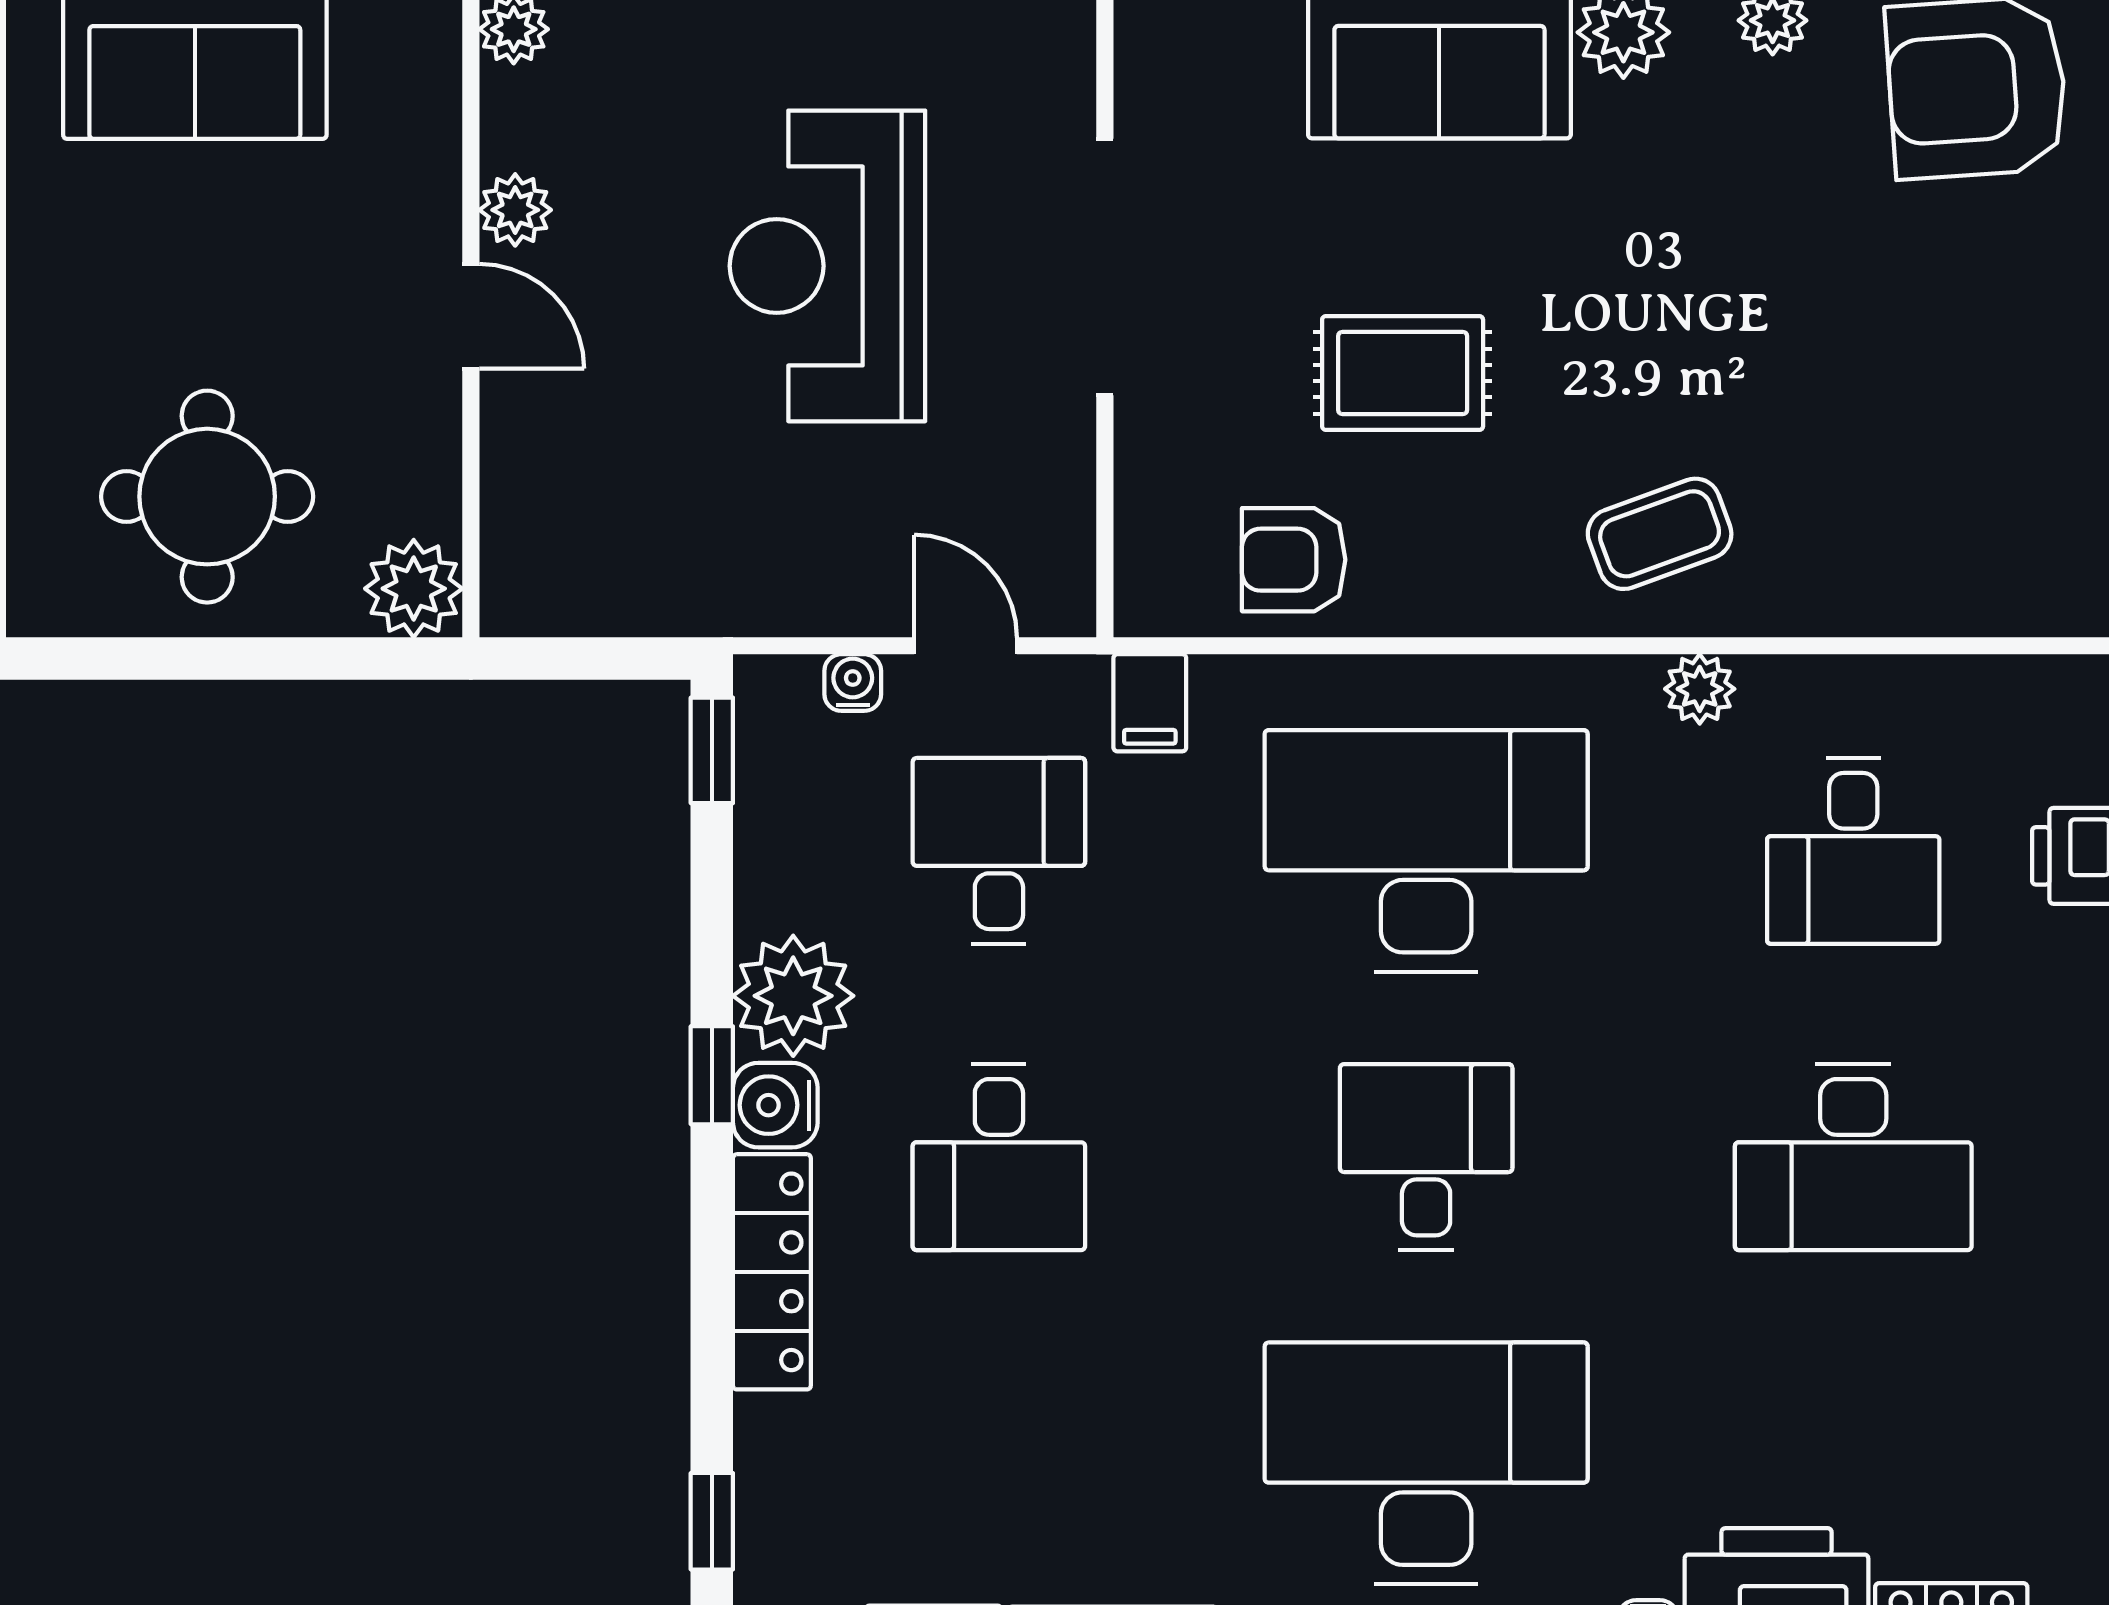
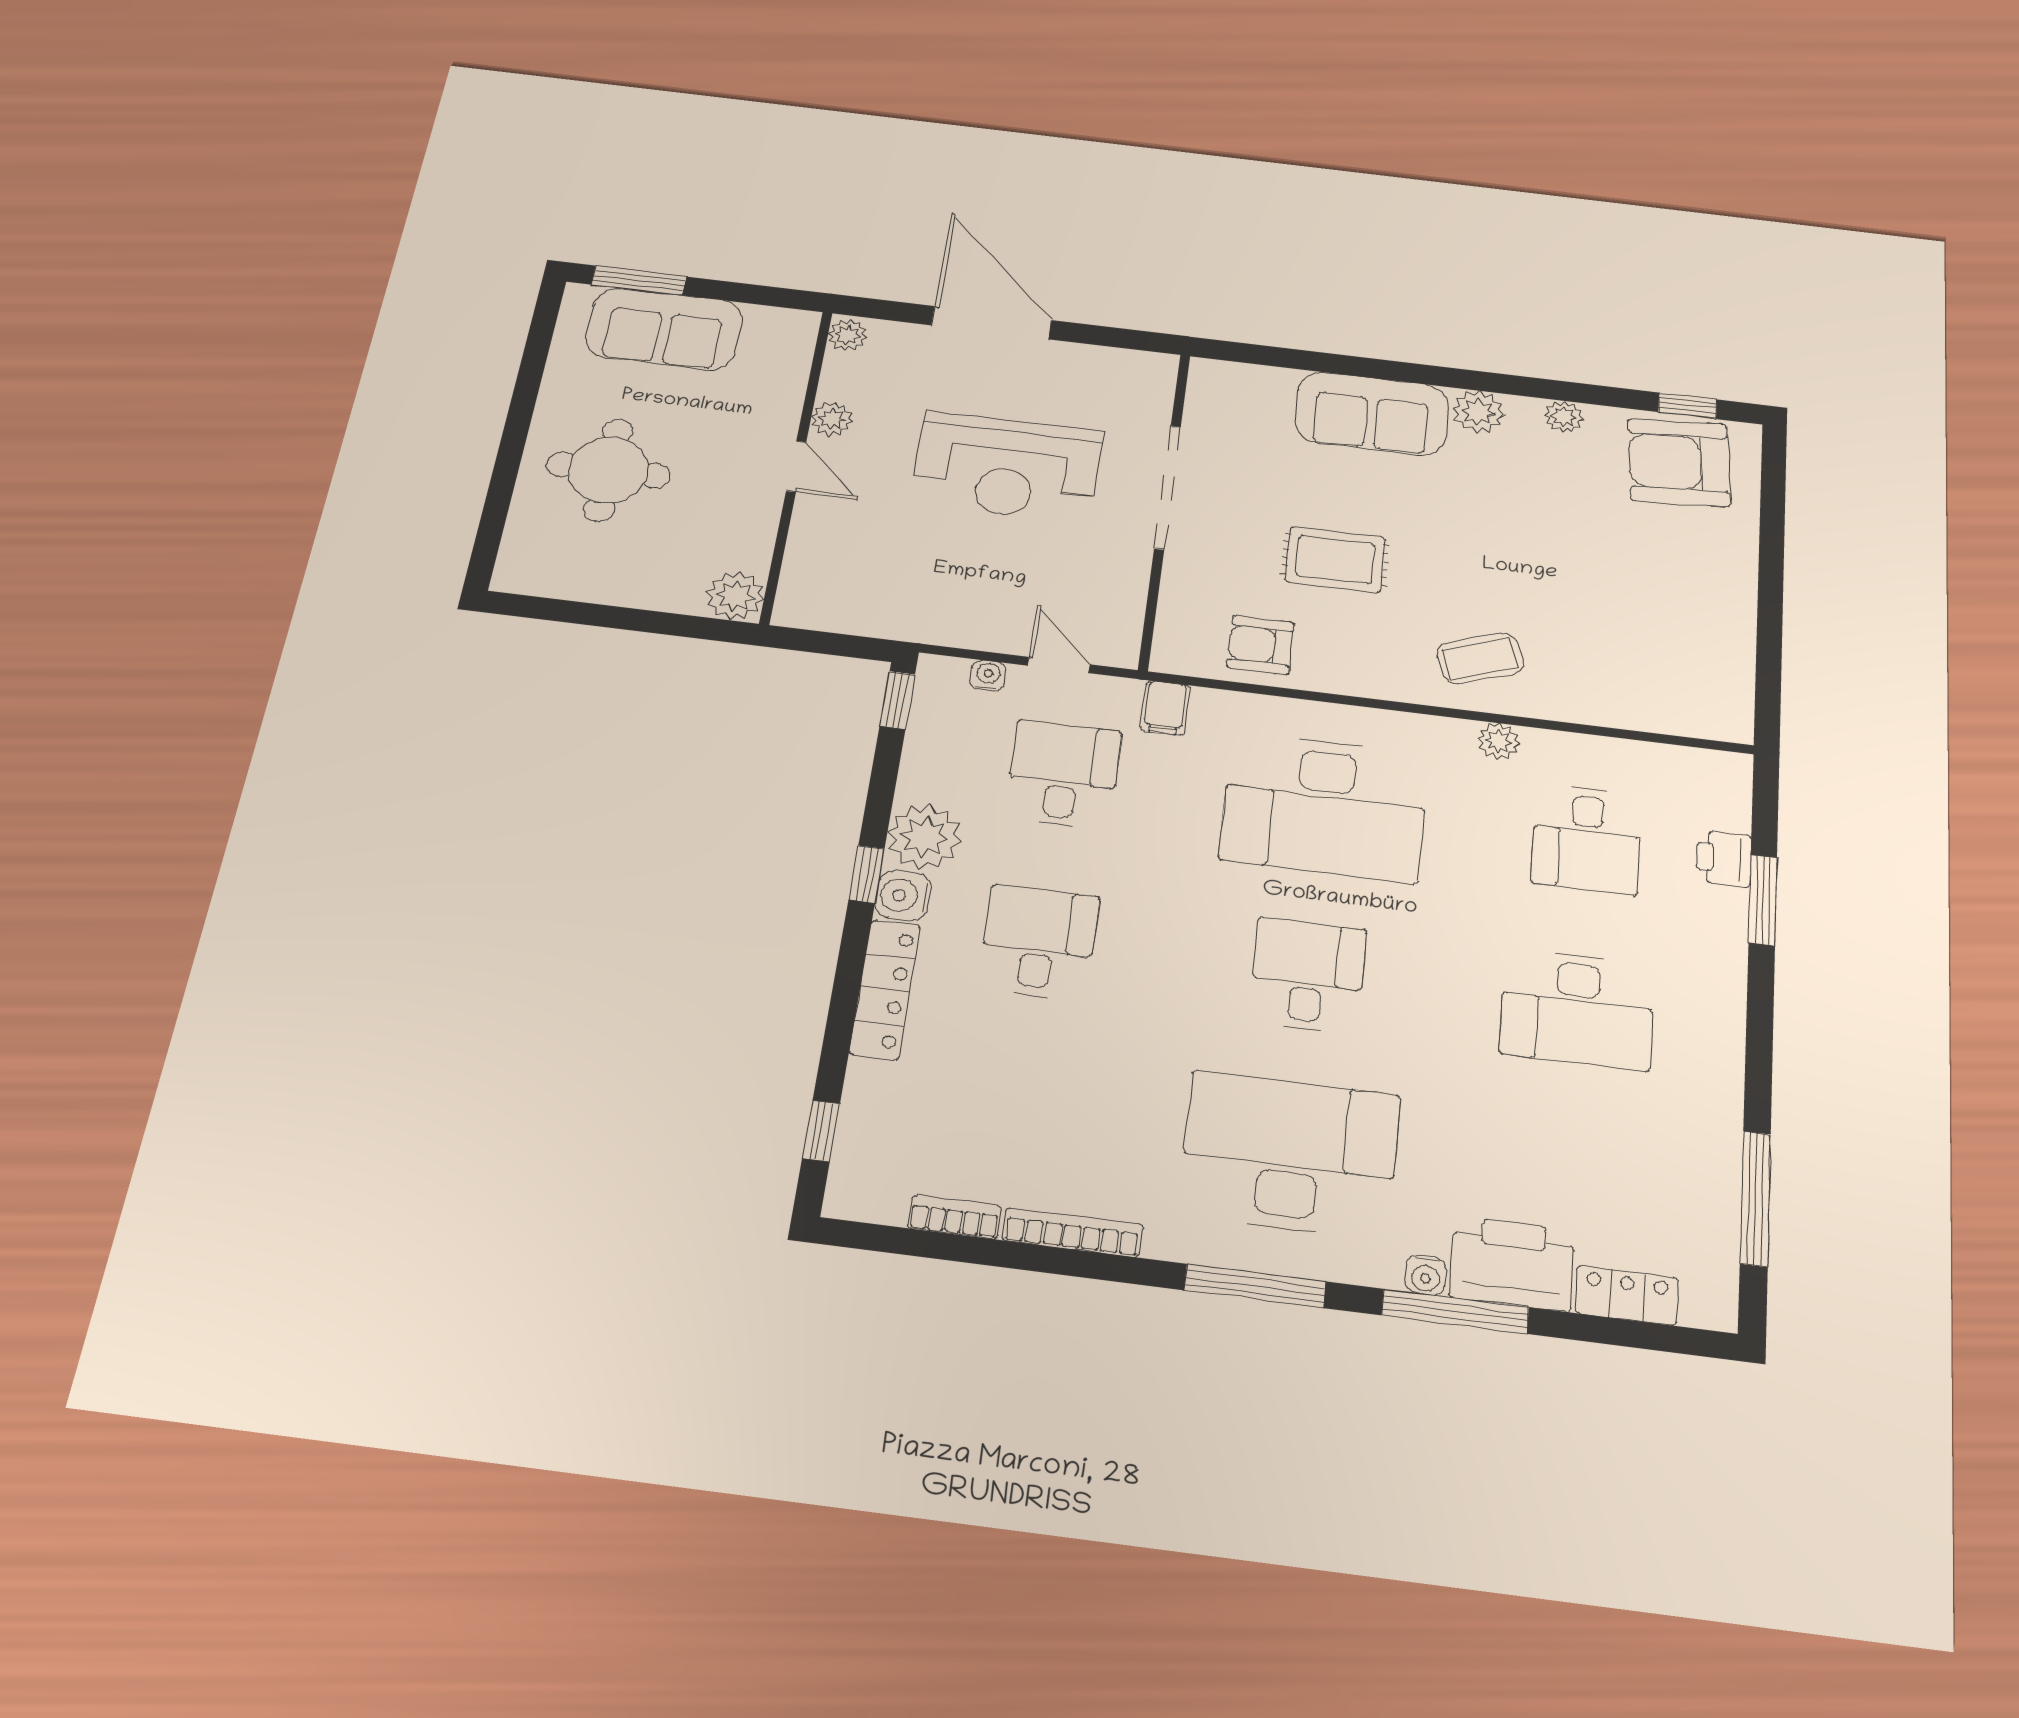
reception desk: (827, 266) -> (1007, 467), turned -90
round table: (207, 497) -> (608, 470), moved
desk: (1426, 851) -> (1324, 807), turned 180
desk: (999, 1157) -> (1038, 942), turned 180

